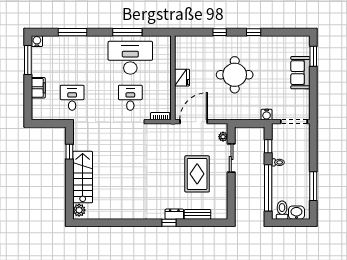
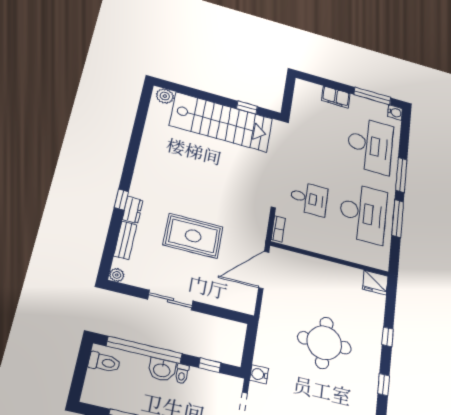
window: (72, 32) -> (401, 175), moved
fridge: (182, 78) -> (375, 283), moved
desk: (72, 98) -> (370, 145), moved, width x1.87, depth x1.30
door: (194, 122) -> (264, 270), swing flipped
plant: (223, 137) -> (117, 275), moved
sliding door: (231, 158) -> (170, 300), moved
rug: (197, 174) -> (193, 236), moved
stairs: (83, 177) -> (221, 122), width x1.36, depth x1.51
washbasin: (296, 213) -> (162, 370), moved, turned 90

